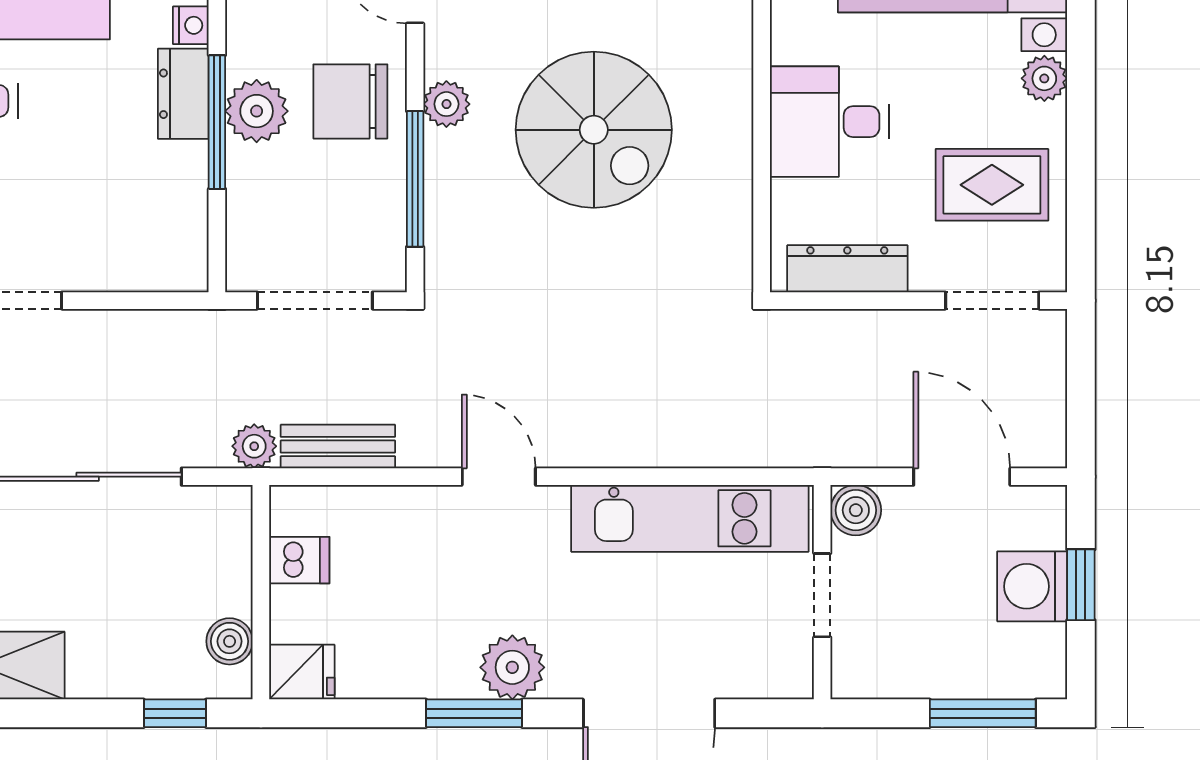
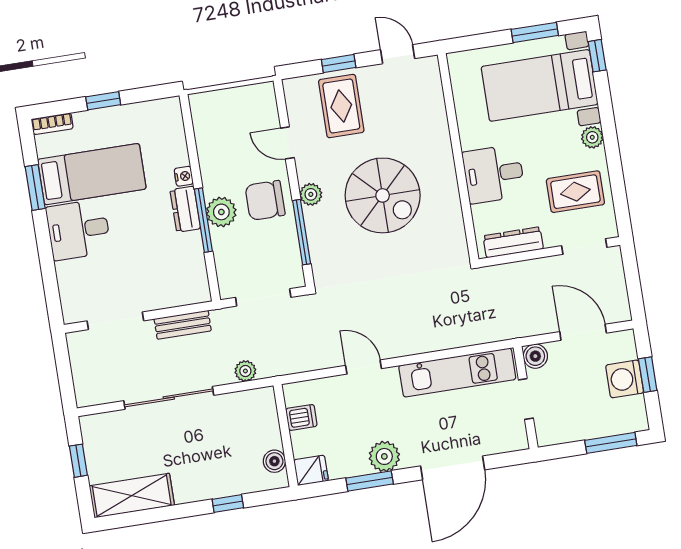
bench: (338, 447) -> (183, 325), moved
dishwasher: (299, 560) -> (301, 417), moved
wall: (261, 592) -> (286, 436), moved
boiler: (230, 641) -> (274, 461), moved
fridge: (302, 672) -> (311, 470), moved

